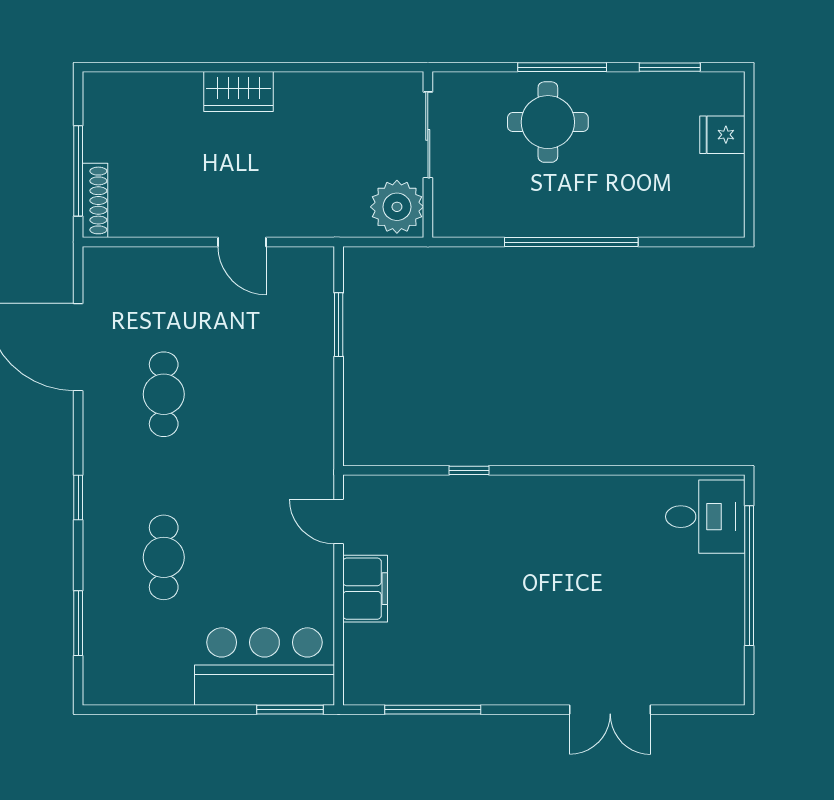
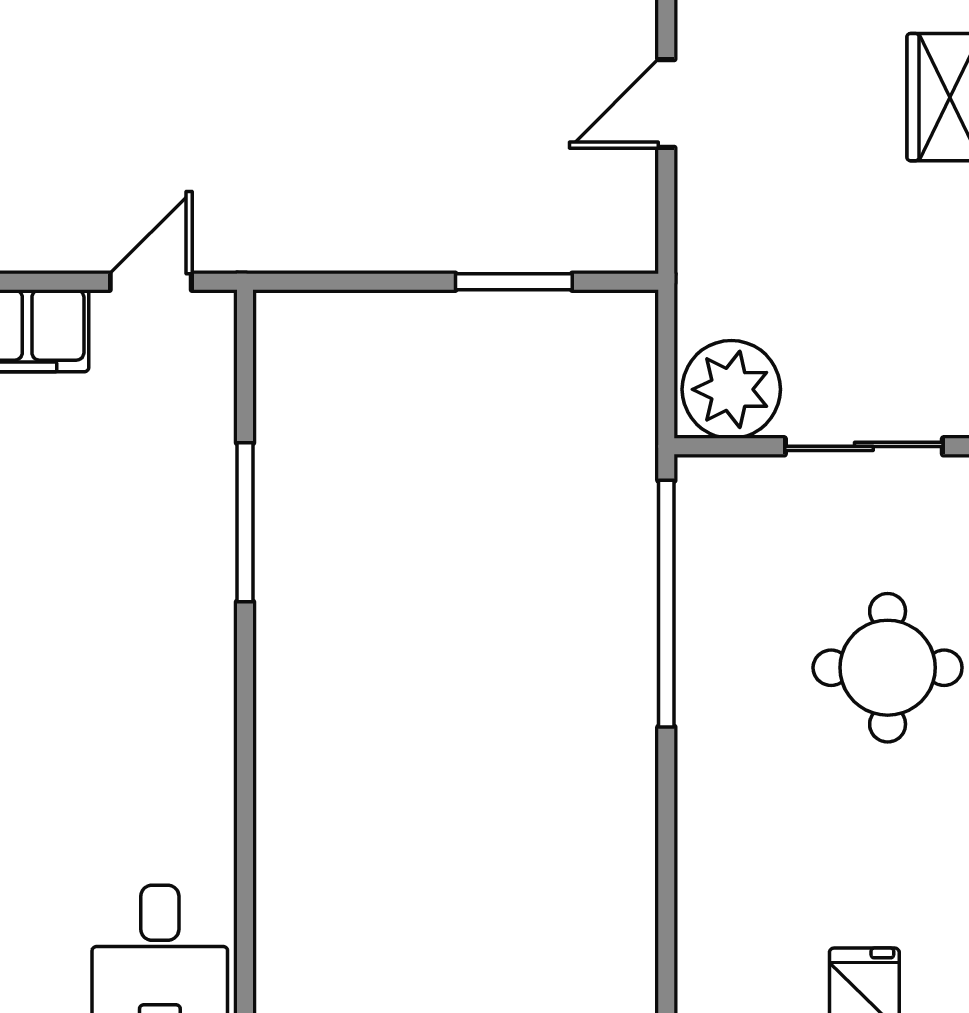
window: (571, 242) -> (666, 604), moved
window: (469, 470) -> (245, 522), width x2.17

